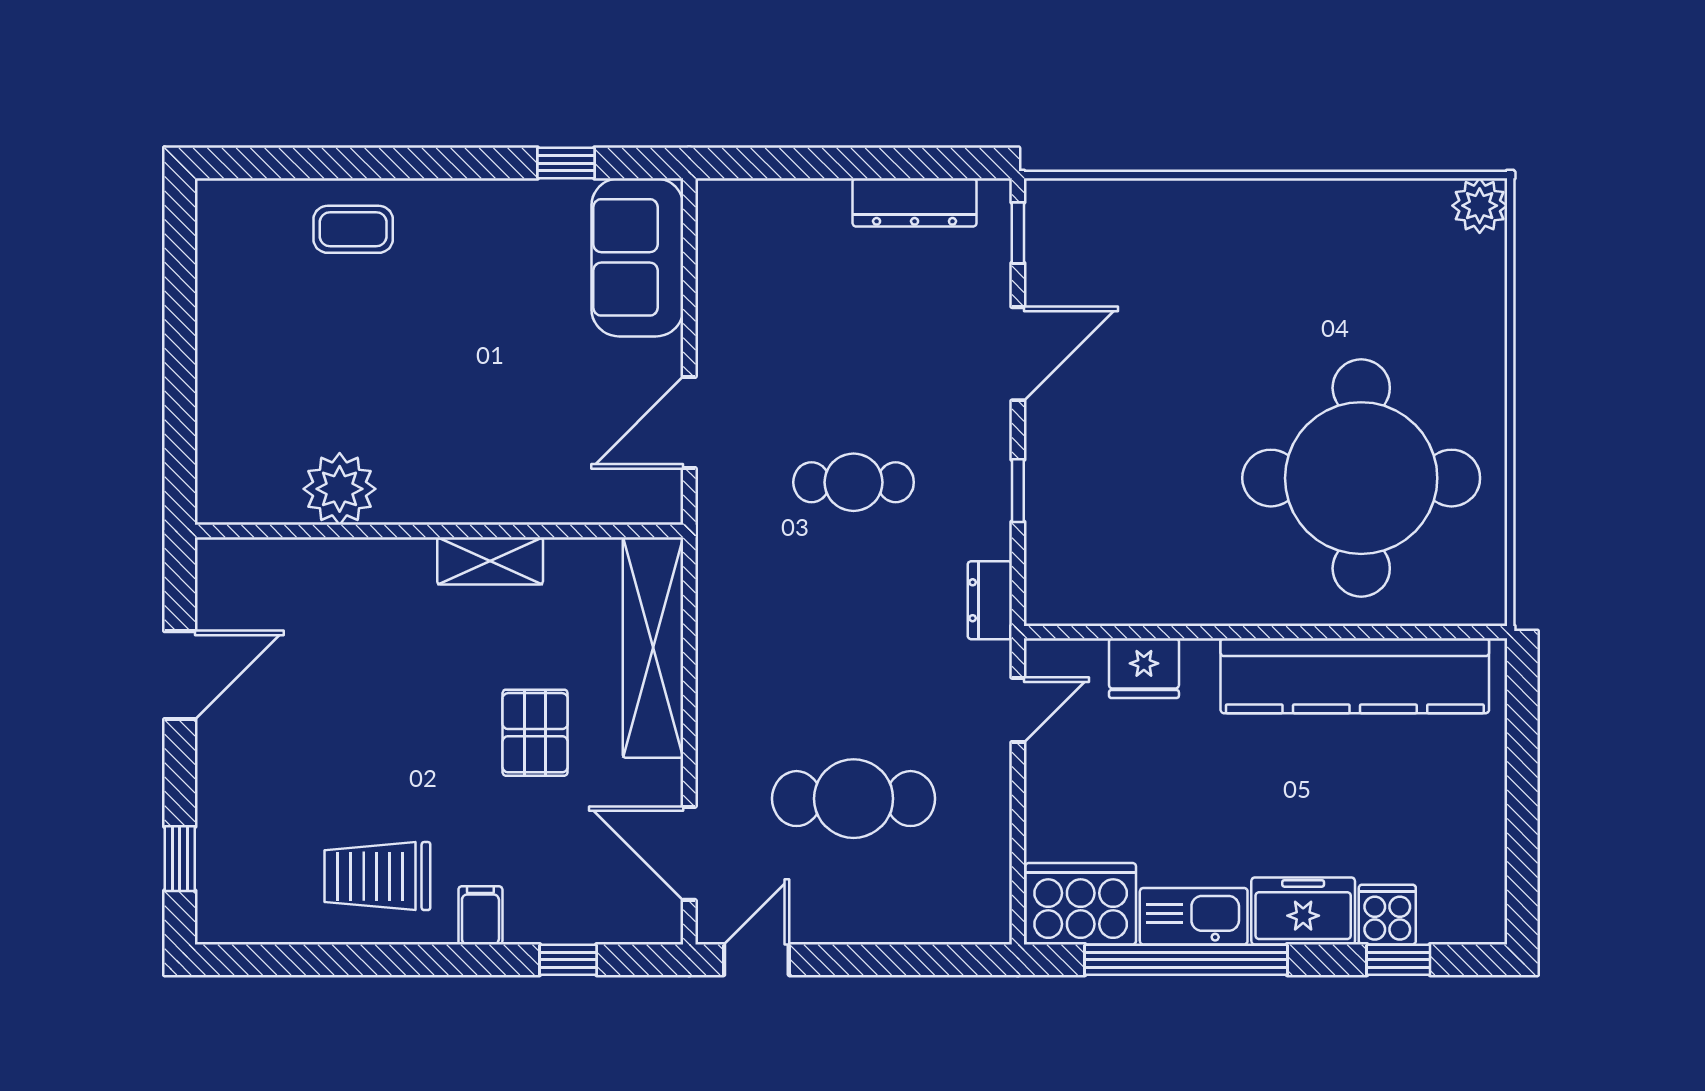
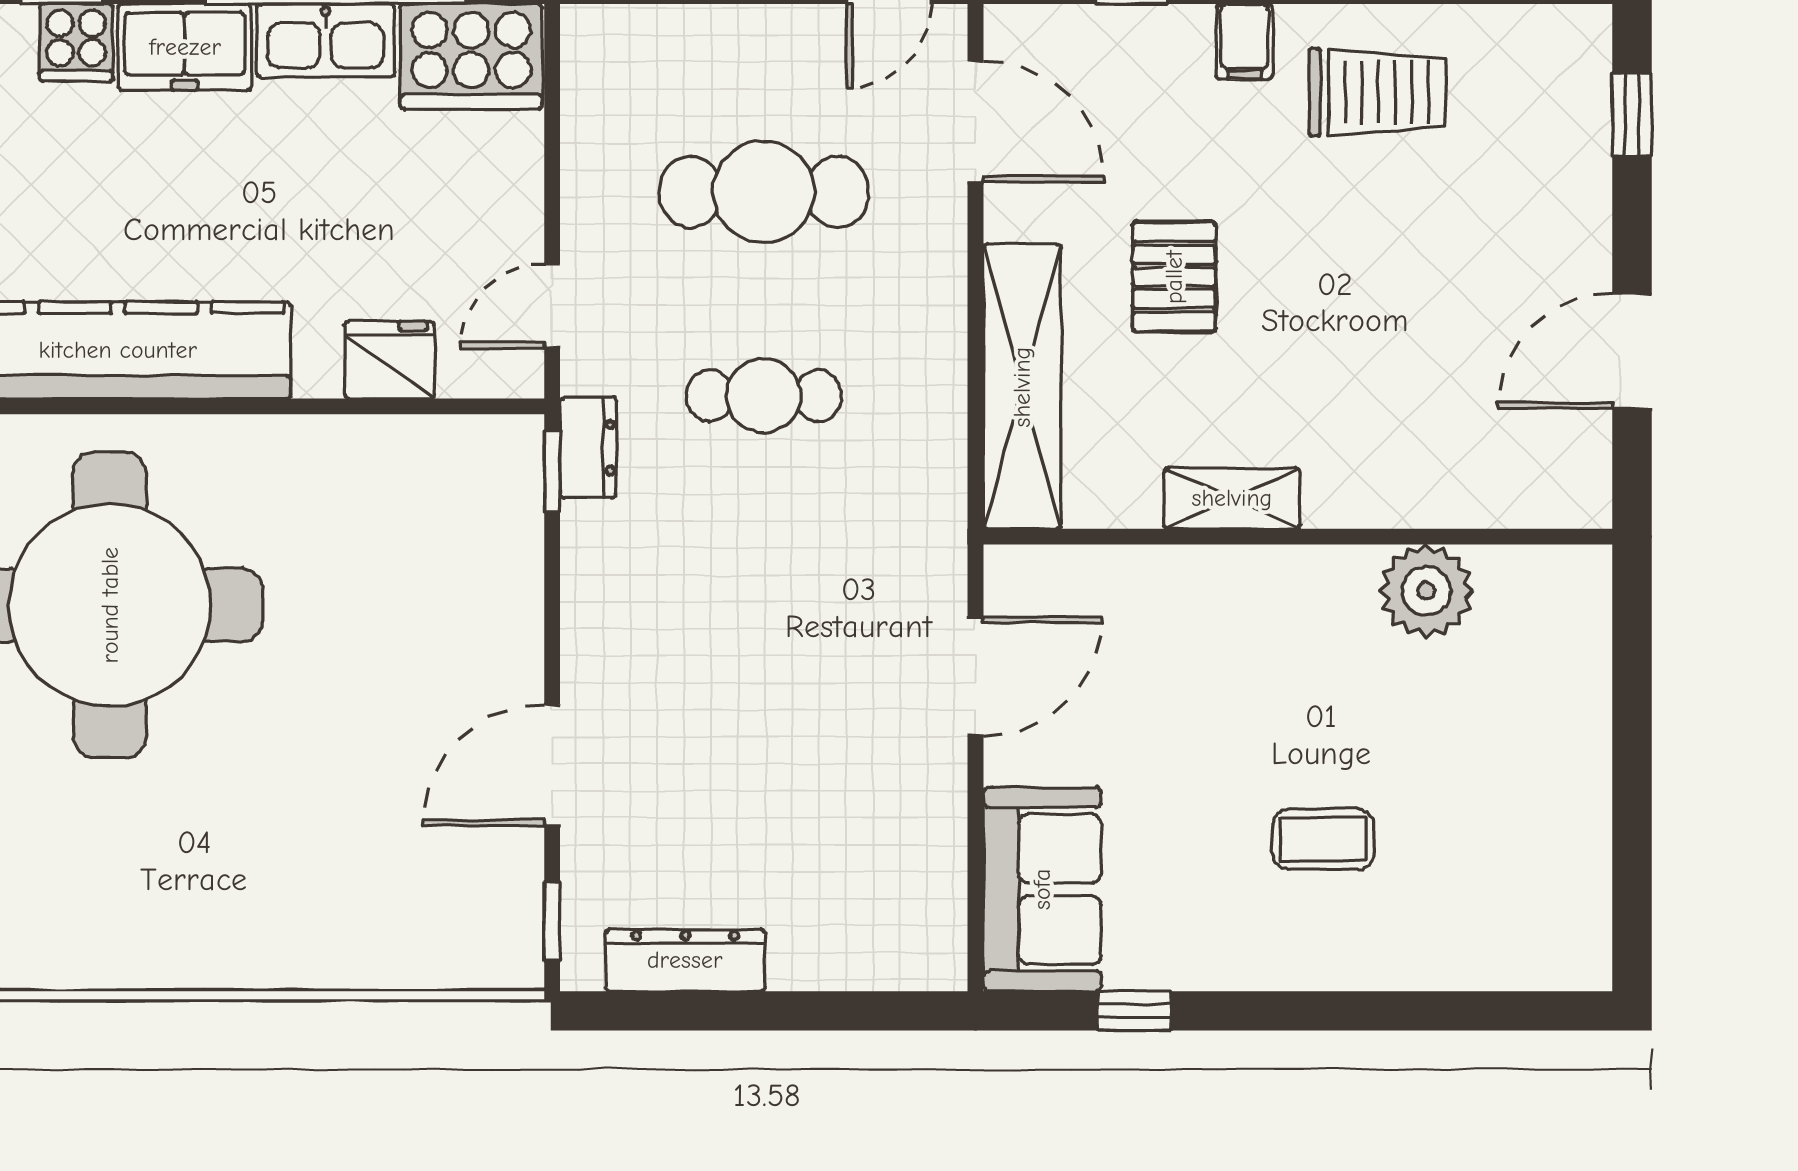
coffee table: (353, 229) -> (1323, 839), moved
cafe table: (854, 482) -> (764, 396), moved
window: (1018, 491) -> (552, 472), moved

